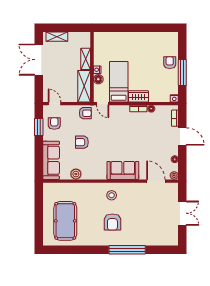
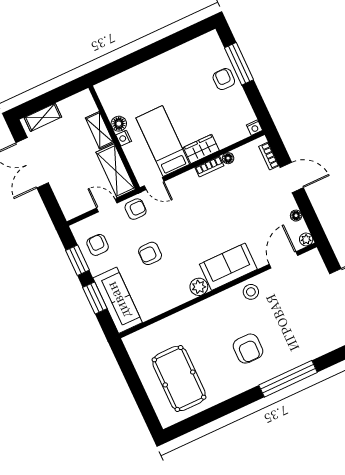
window: (182, 72) -> (239, 64), moved
floor lamp: (98, 79) -> (119, 124), moved
door: (55, 104) -> (107, 206), moved
window: (39, 153) -> (95, 298), added
plant: (76, 174) -> (199, 287), moved
door: (156, 181) -> (283, 260), hinge flipped
stool: (112, 195) -> (251, 292), moved

